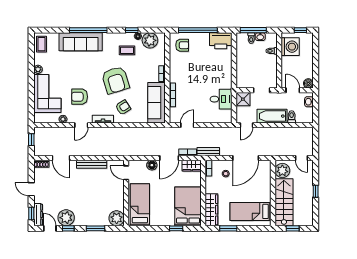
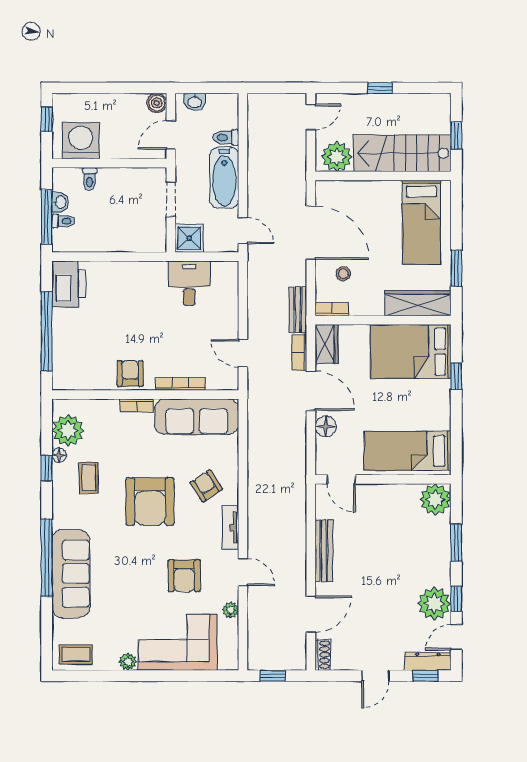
armchair: (182, 45) -> (130, 373), moved
armchair: (115, 80) -> (150, 502), turned 107
door: (126, 173) -> (341, 479), hinge flipped

